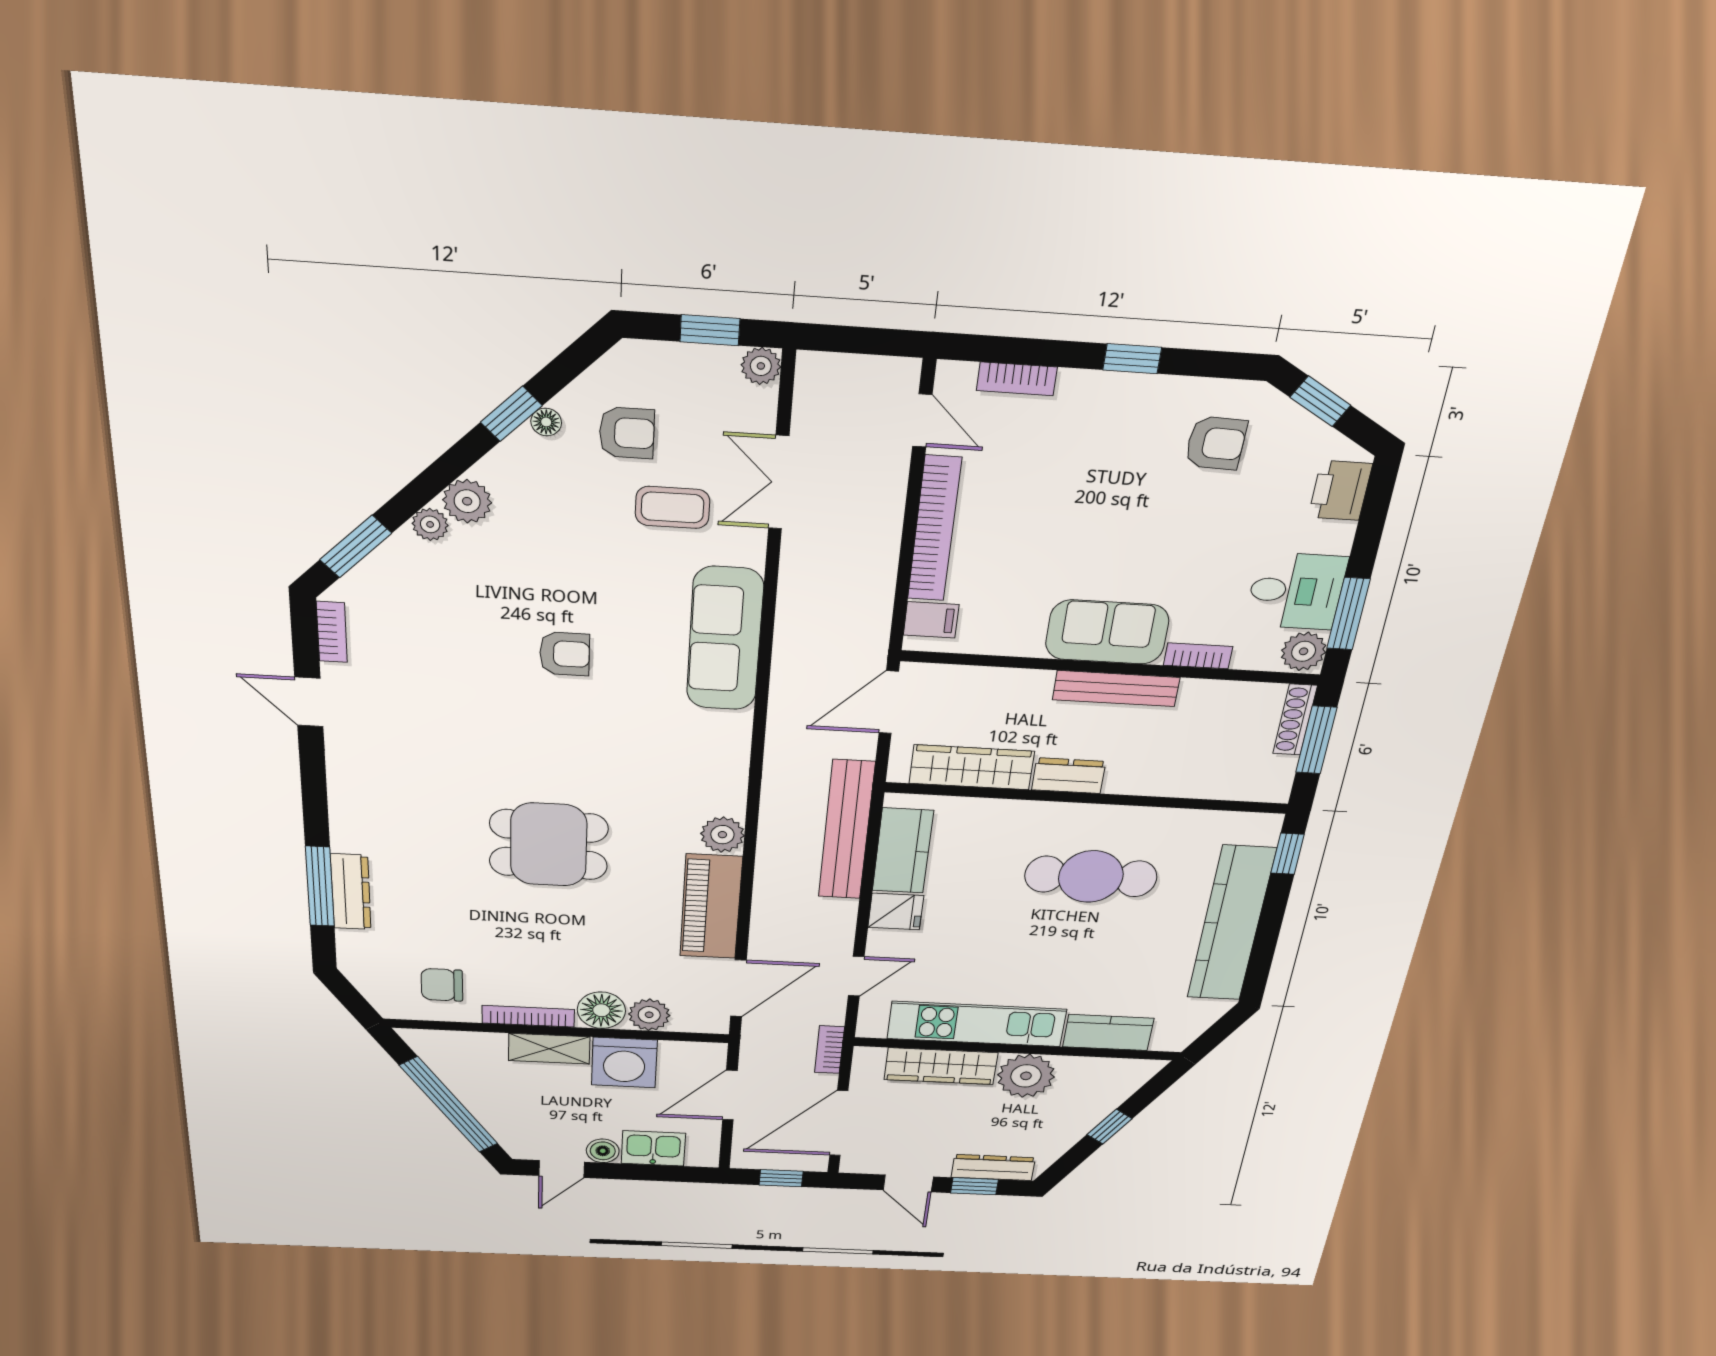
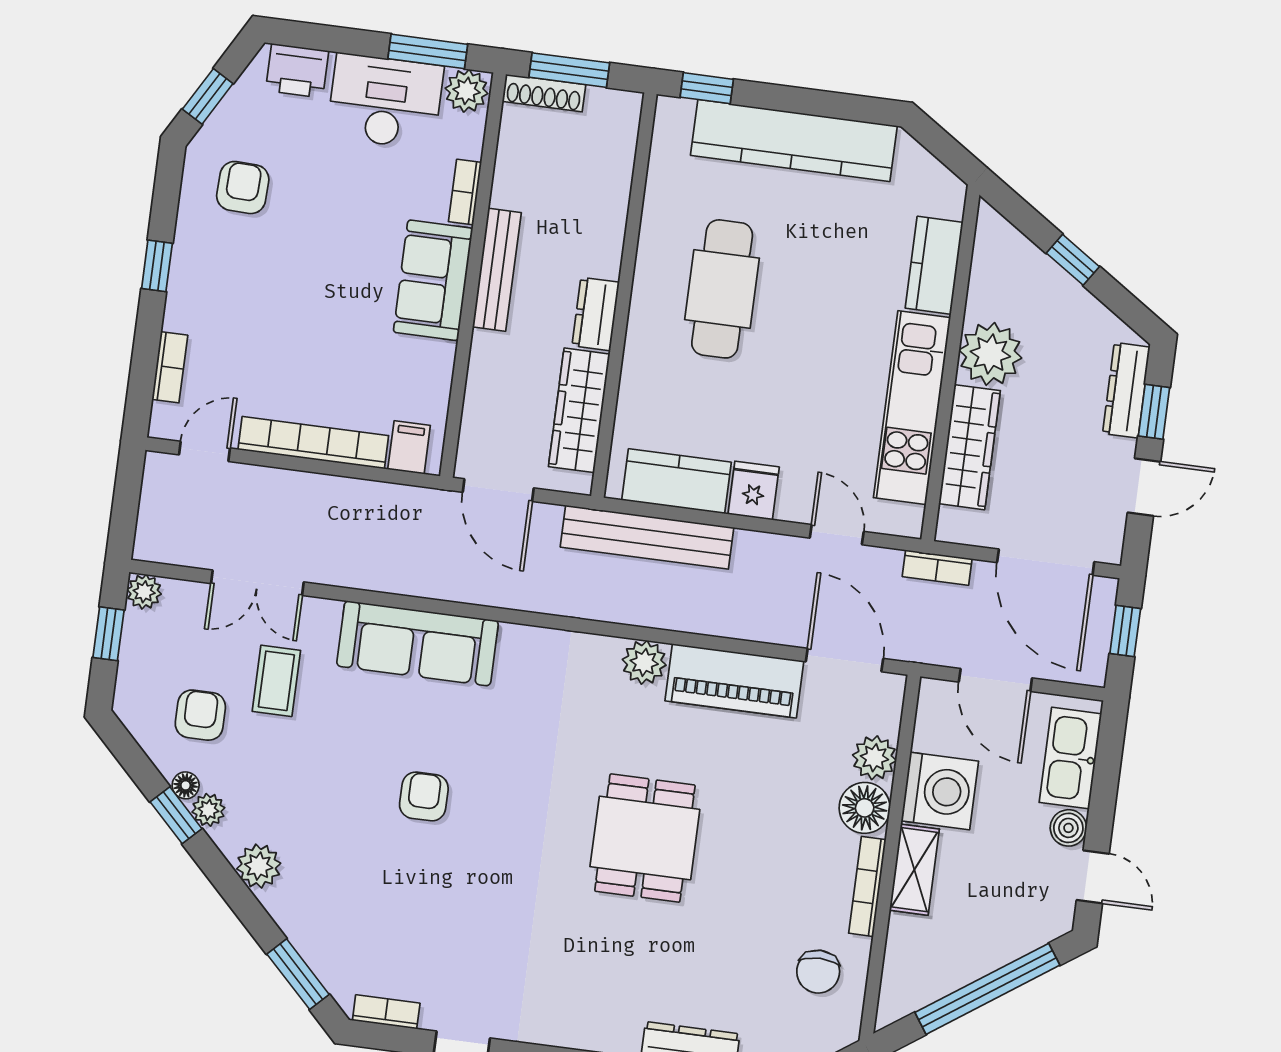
plant: (430, 524) -> (208, 810), moved
desk: (1296, 591) -> (385, 101), width x1.37
kitchen sink: (653, 1148) -> (1070, 758), width x1.38

